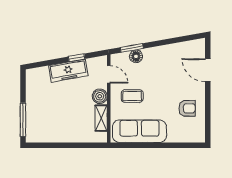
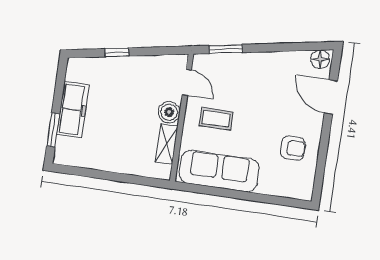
floor lamp: (136, 56) -> (320, 59), moved
window: (77, 58) -> (117, 52), moved
freezer: (68, 71) -> (73, 110), moved, turned -80
window: (23, 120) -> (53, 130), width x0.69

